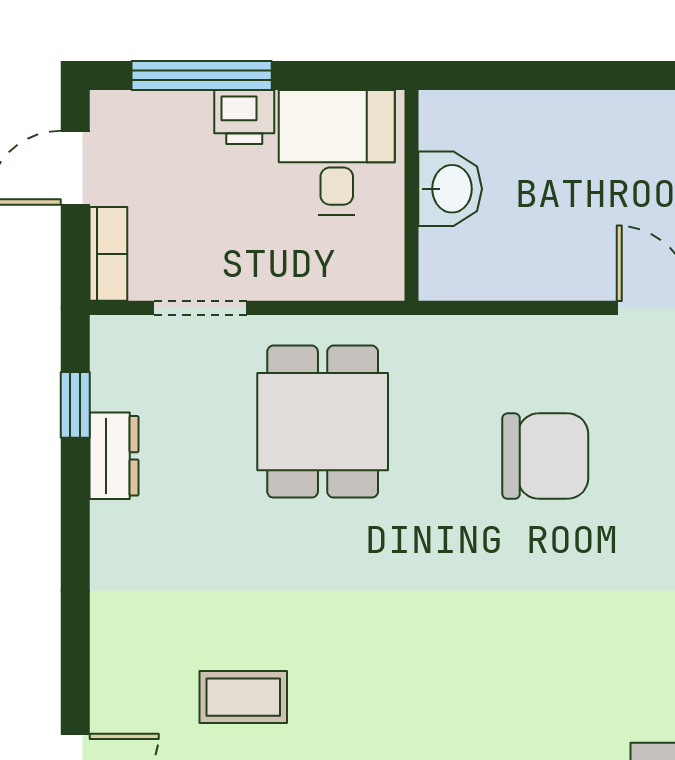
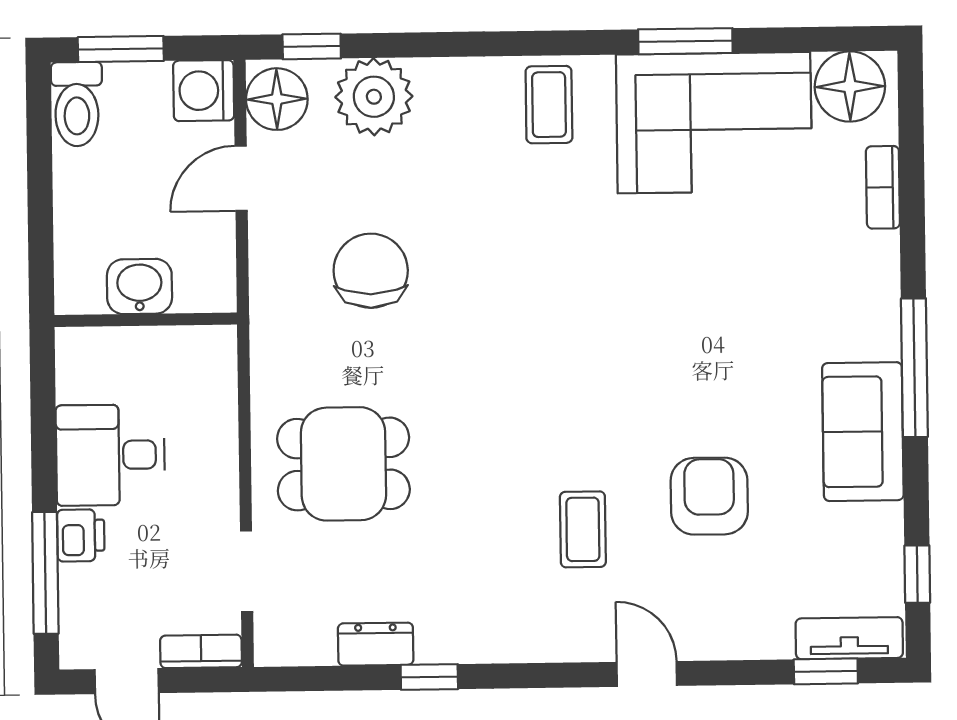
washbasin: (450, 189) -> (139, 286), moved
wall: (411, 195) -> (146, 320), moved
window: (75, 405) -> (429, 677), moved

